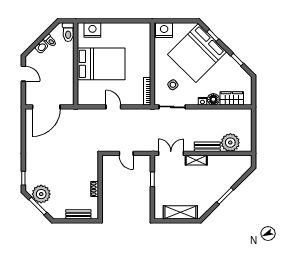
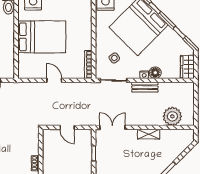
wardrobe: (232, 98) -> (187, 67), moved, turned -90
bench: (207, 147) -> (145, 87), moved
shelving: (196, 160) -> (149, 134), moved

